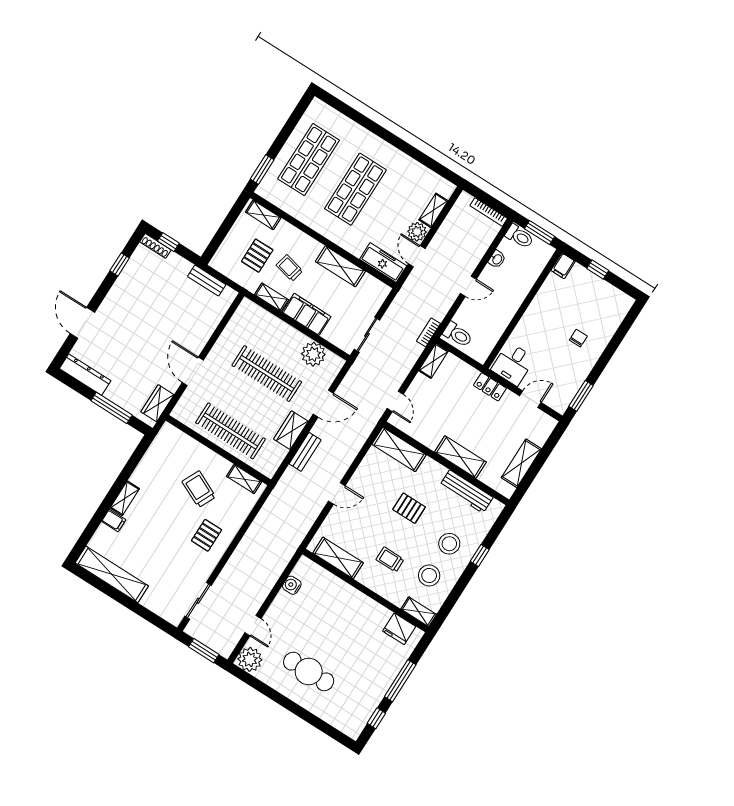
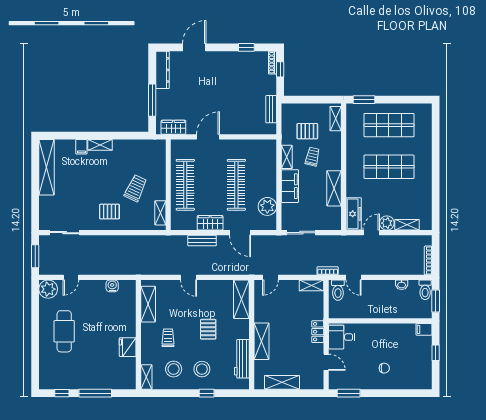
door: (468, 286) -> (354, 277), moved
fridge: (399, 629) -> (128, 347), moved

